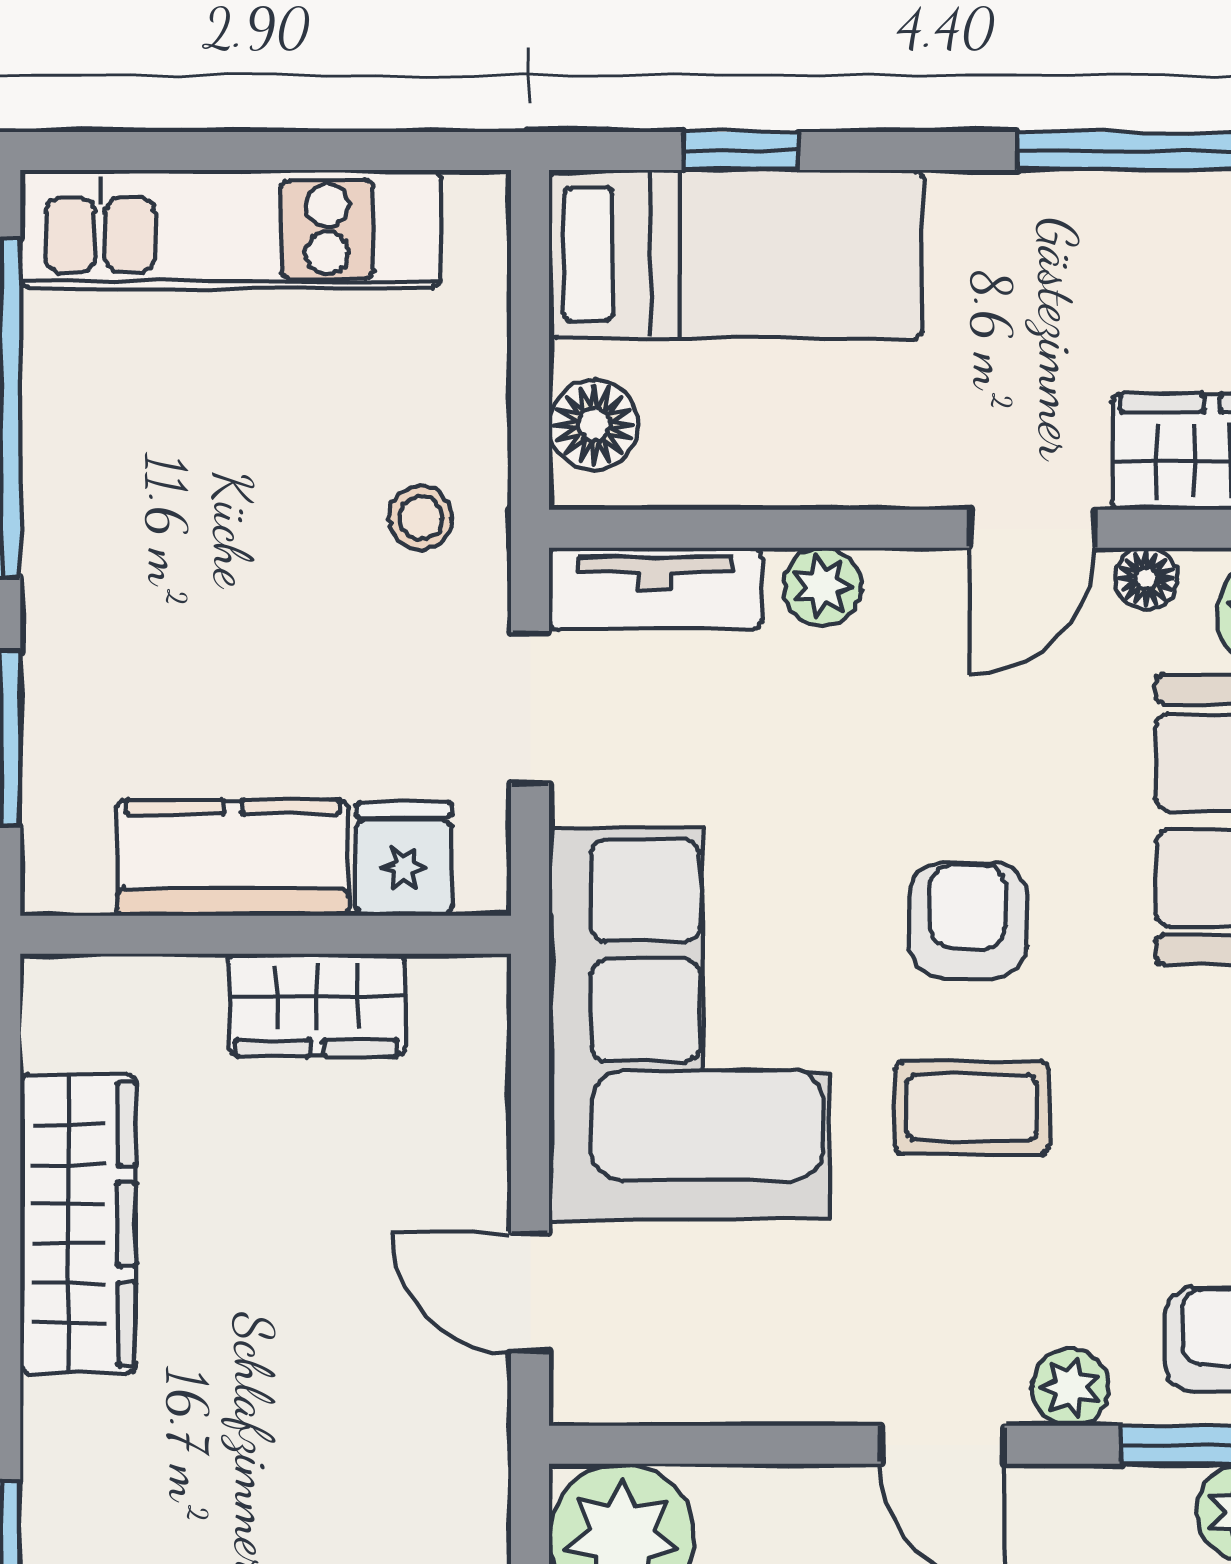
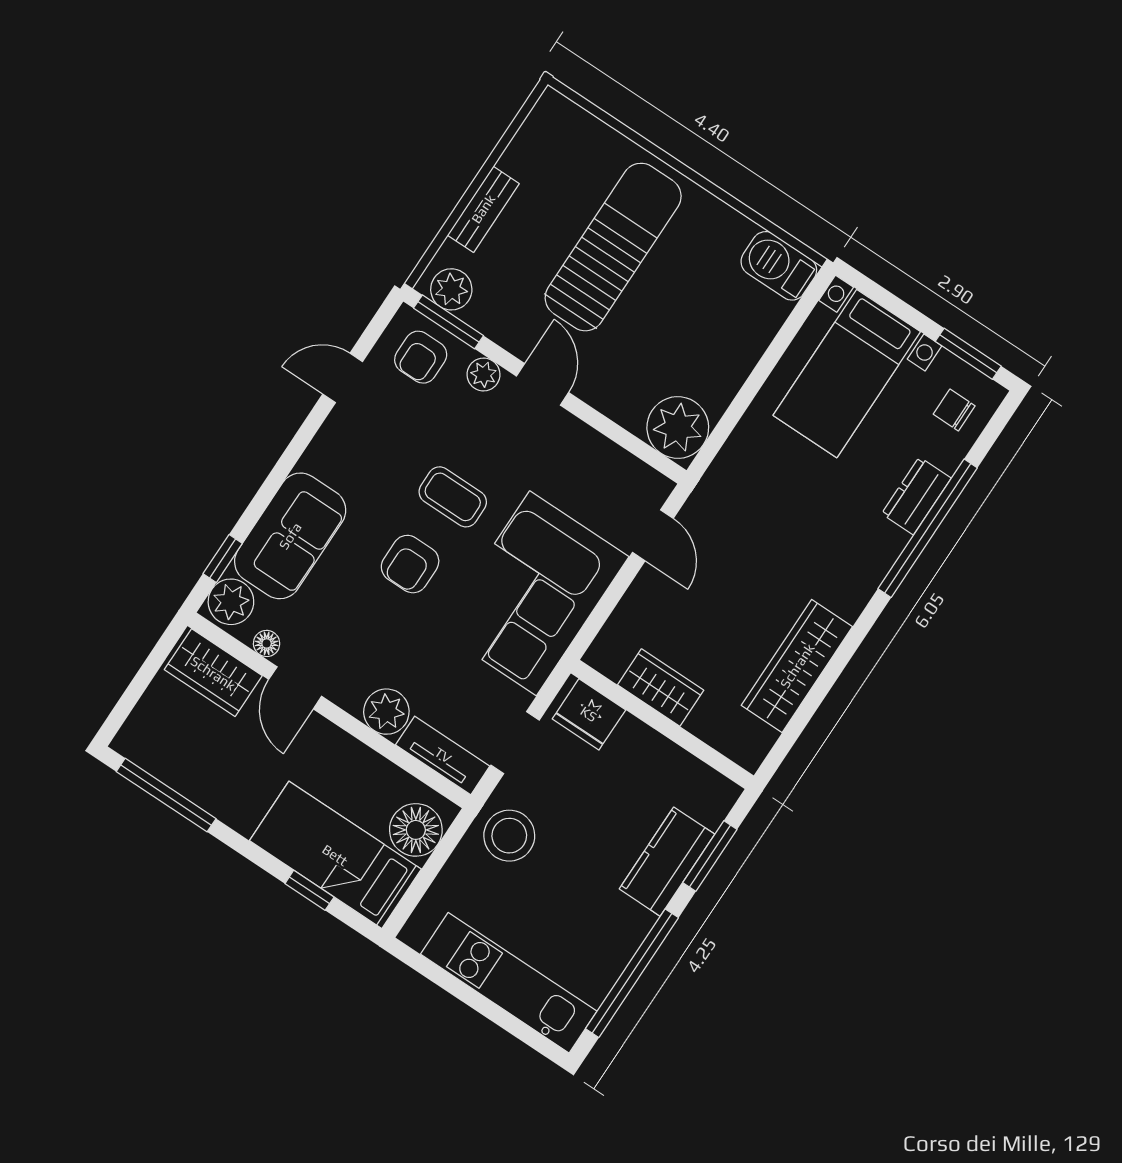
floor lamp: (594, 424) -> (416, 830), width x1.38, depth x1.38
stool: (421, 518) -> (509, 836), width x1.89, depth x1.89
door: (1032, 529) -> (295, 688), swing flipped
plant: (822, 586) -> (386, 712), width x1.38, depth x1.38
kitchen counter: (233, 858) -> (667, 862), moved, turned 90
fridge: (404, 859) -> (589, 714), width x1.38

